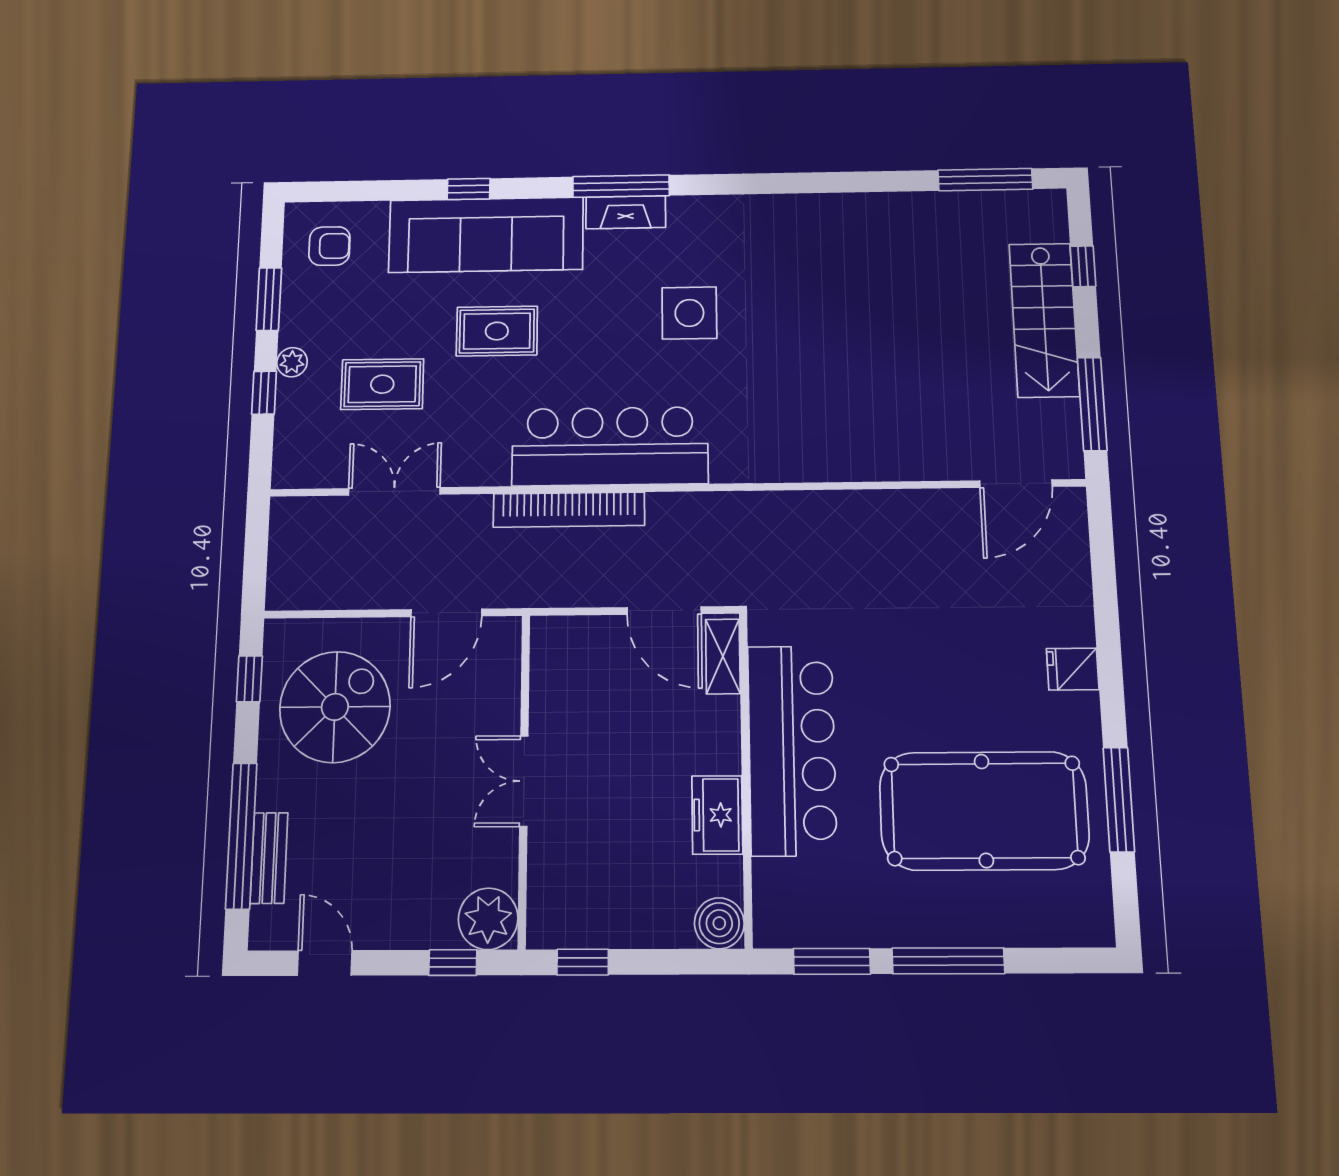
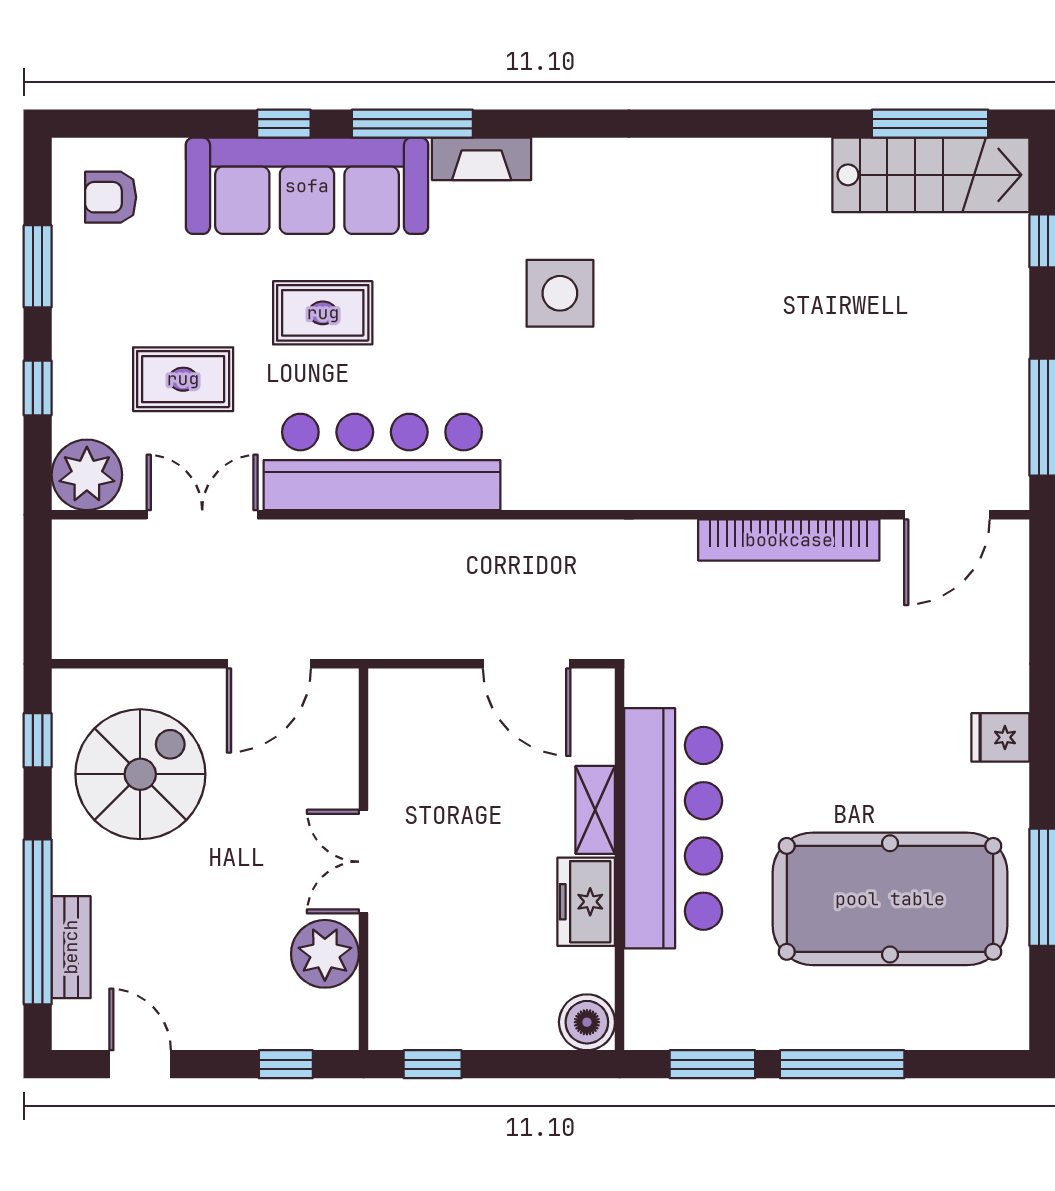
window: (621, 186) -> (412, 124), moved
armchair: (329, 246) -> (111, 197), turned 180
stairs: (1044, 320) -> (931, 175), moved, turned -90
plant: (292, 362) -> (87, 475), moved, width x1.88, depth x1.88
bar counter: (610, 446) -> (382, 462), moved
bookcase: (569, 510) -> (789, 540), moved
shelving: (723, 656) -> (595, 810), moved
plant: (488, 919) -> (325, 954), moved

